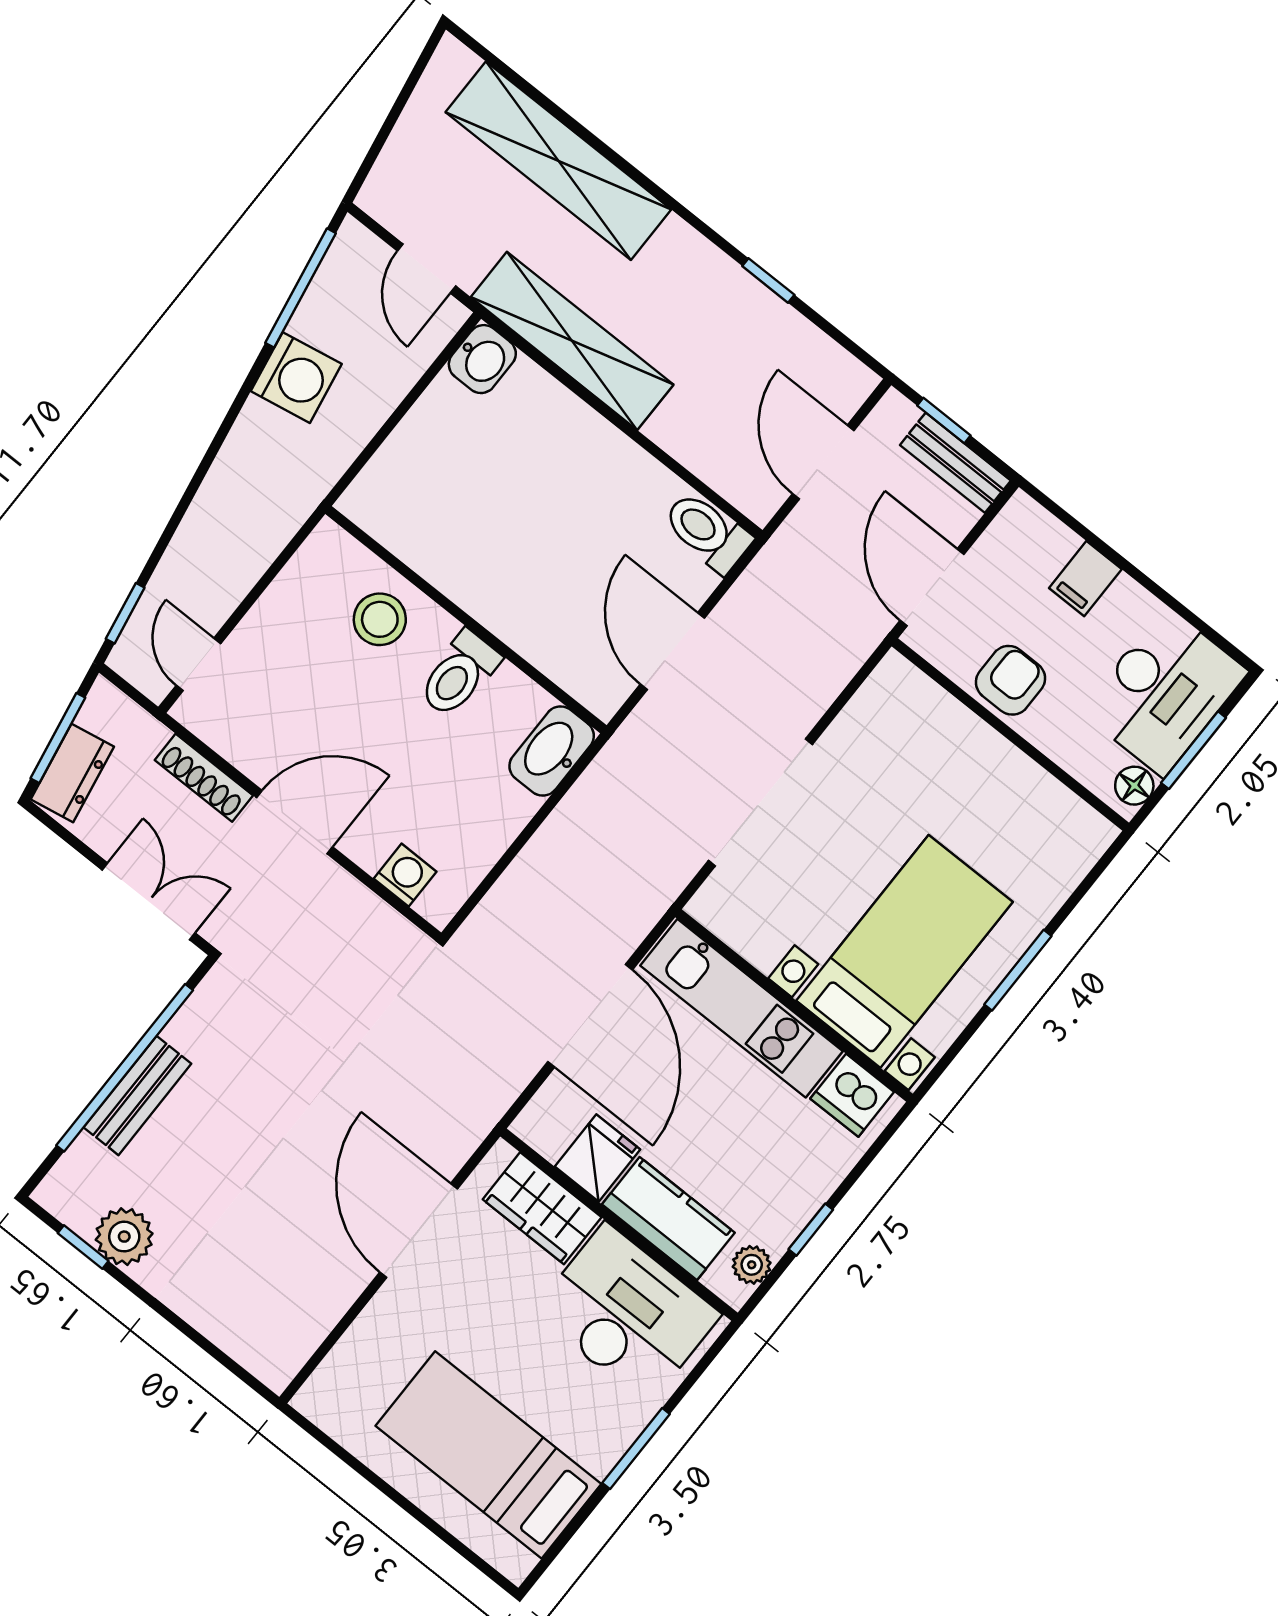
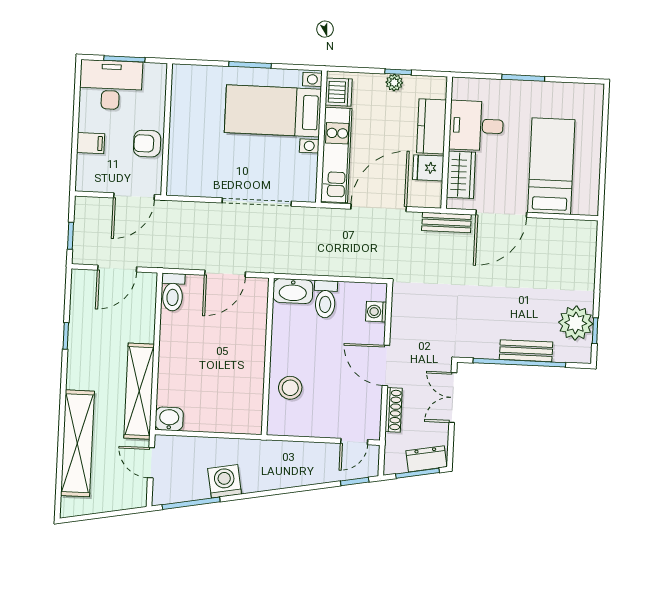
door: (427, 269) -> (151, 463), swing flipped
bench: (955, 463) -> (446, 223), moved, turned 90
toilet: (459, 674) -> (325, 299), moved, turned 90
floor lamp: (1134, 786) -> (153, 71), removed
plant: (124, 1237) -> (576, 323), width x1.36, depth x1.36
plant: (752, 1265) -> (394, 83), moved
desk: (627, 1313) -> (476, 126), width x0.73
bed: (488, 1455) -> (551, 166), moved, turned 180

